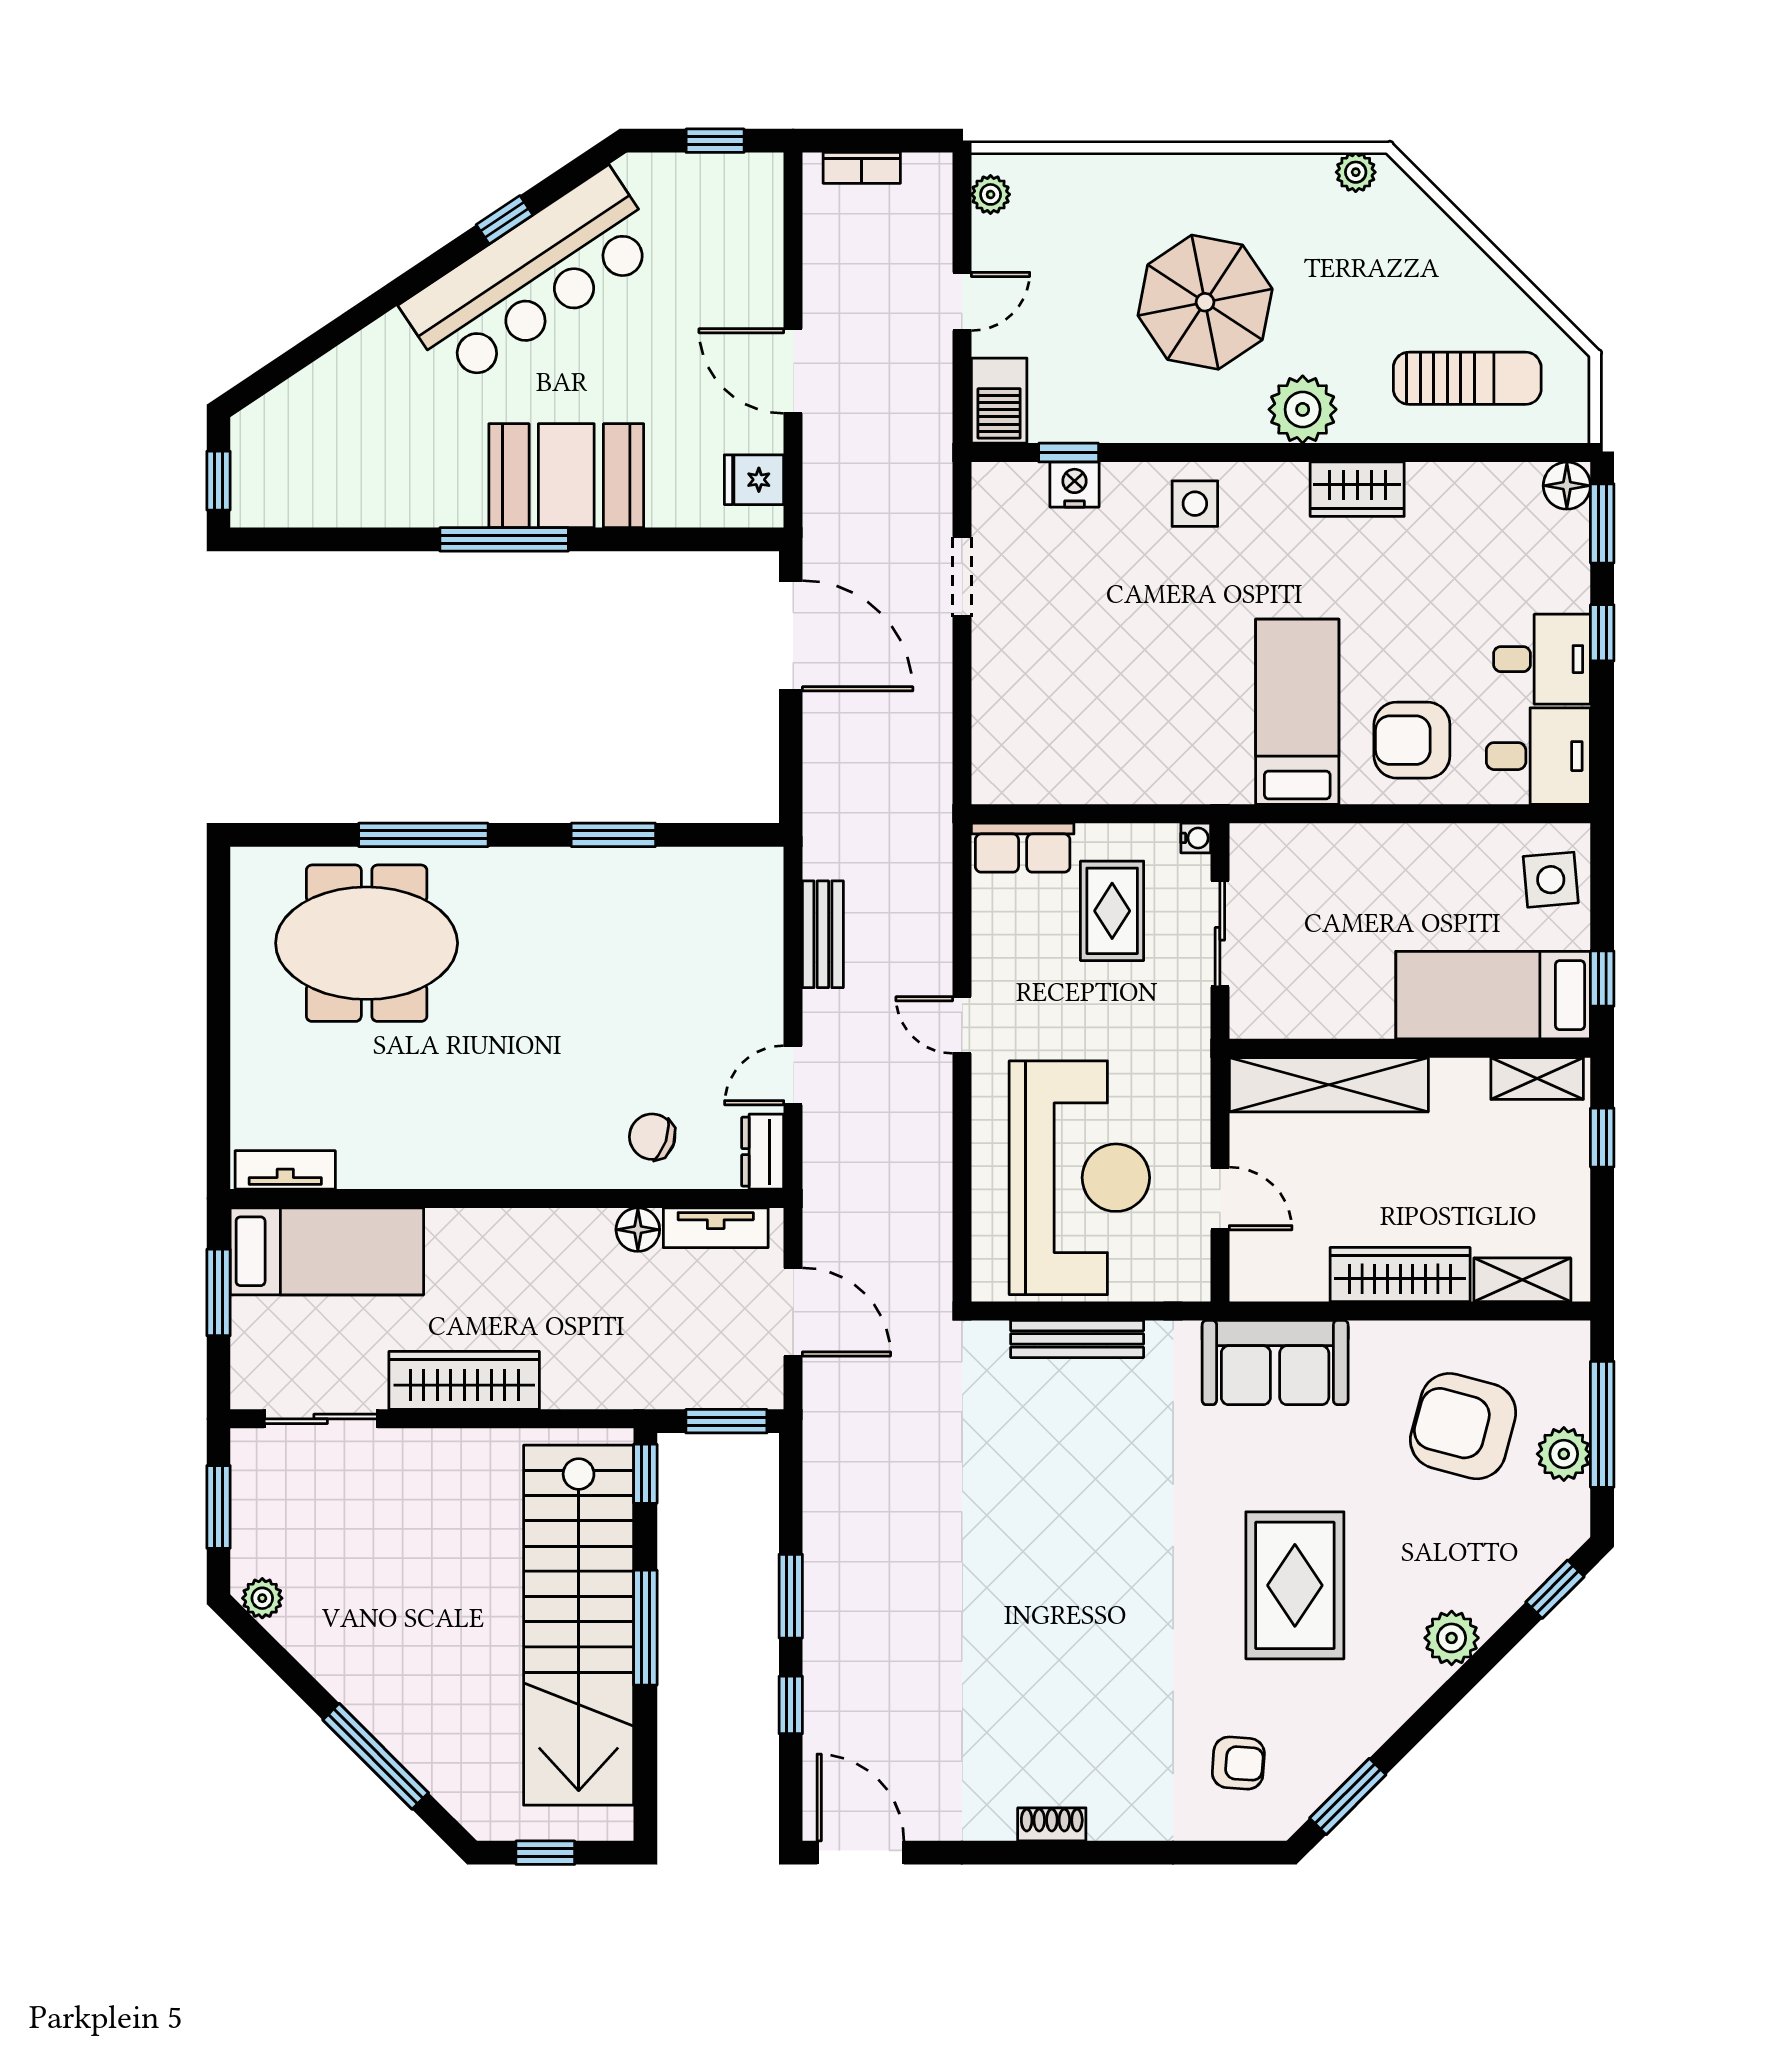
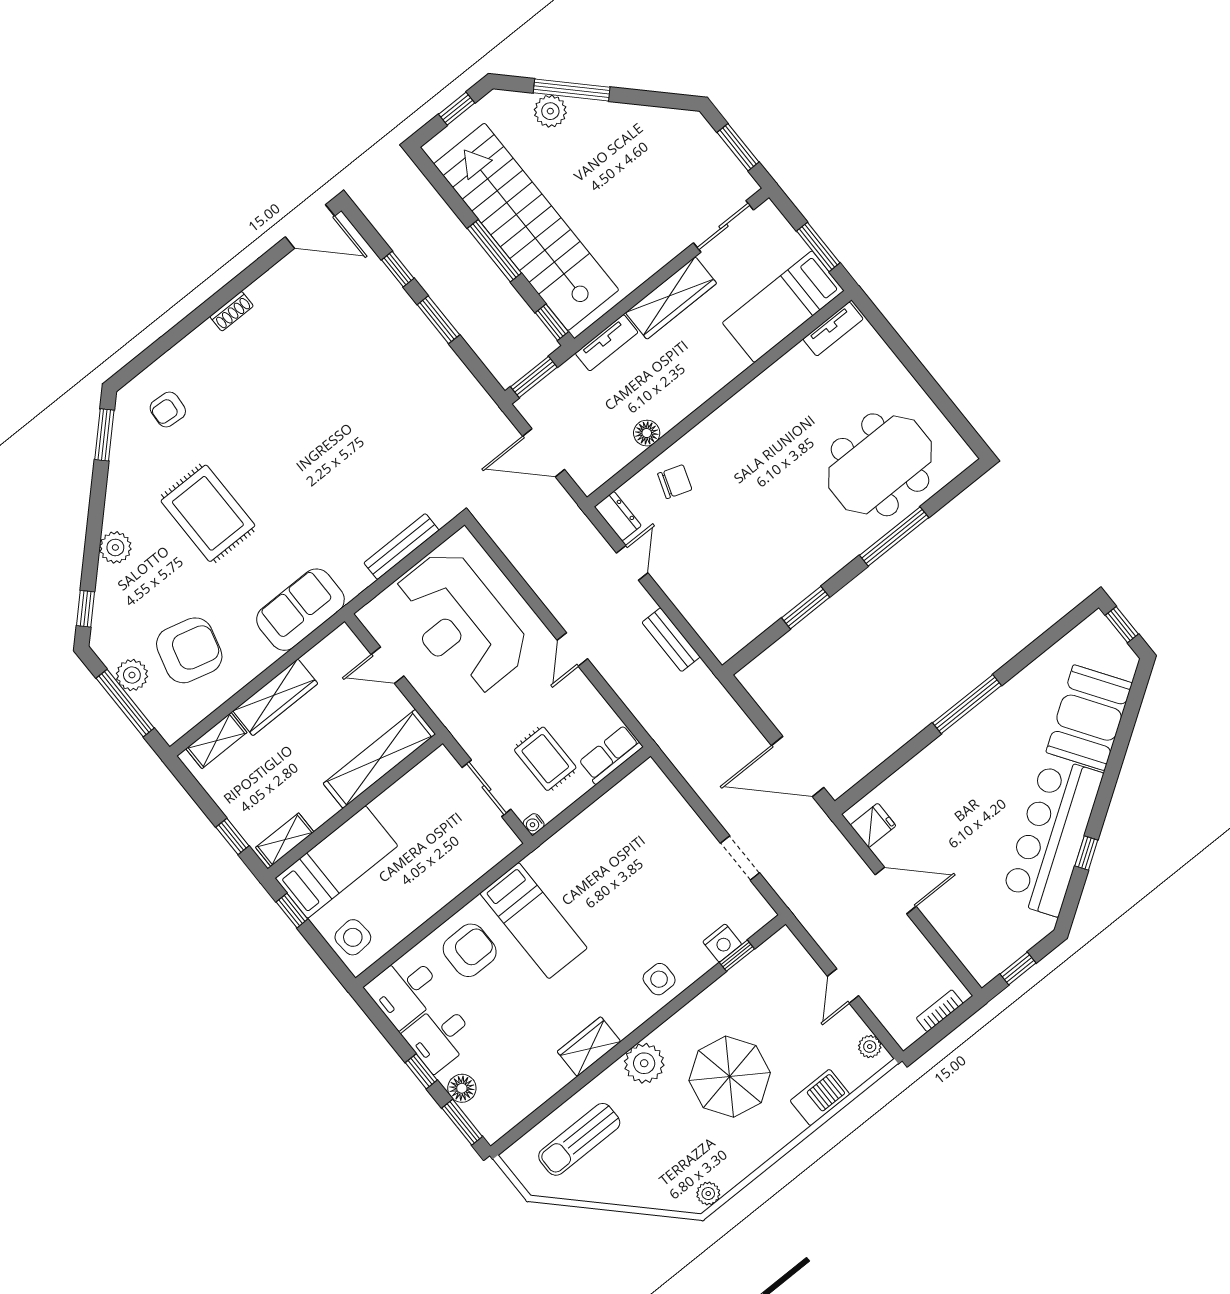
barbecue: (999, 401) -> (820, 1097), moved, turned 90
booth: (566, 476) -> (1089, 718), moved, turned -34
floor lamp: (1567, 486) -> (462, 1088), moved
door: (962, 1025) -> (572, 649), swing flipped
tv unit: (716, 1228) -> (607, 343), moved, turned 180
plant: (262, 1598) -> (550, 111), moved, width x1.38, depth x1.38

